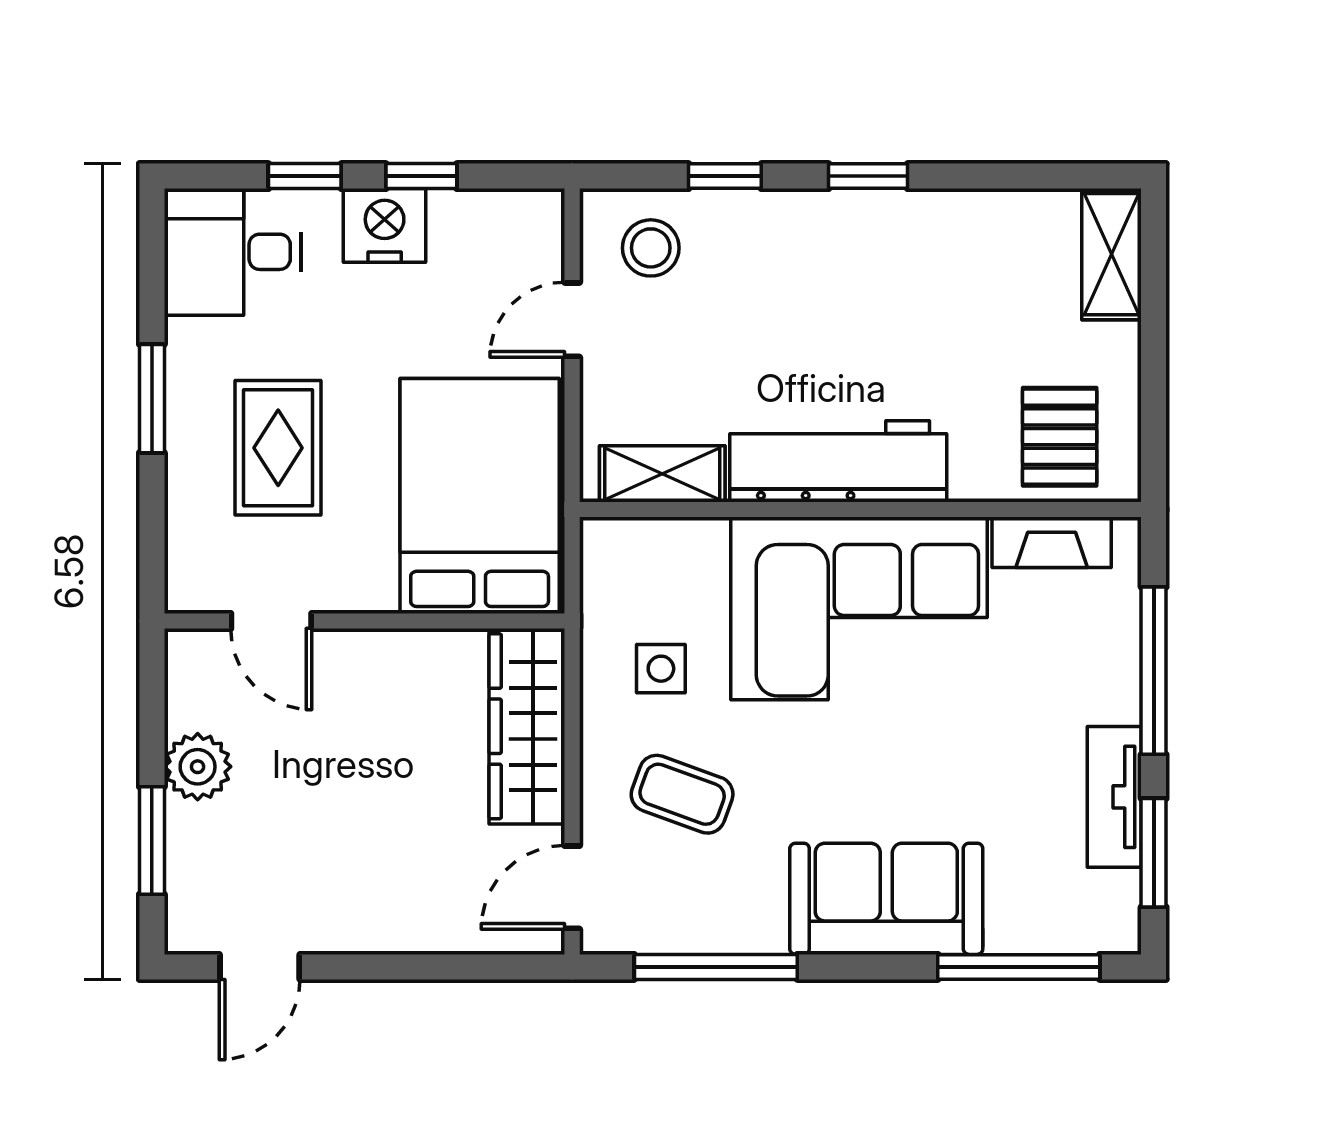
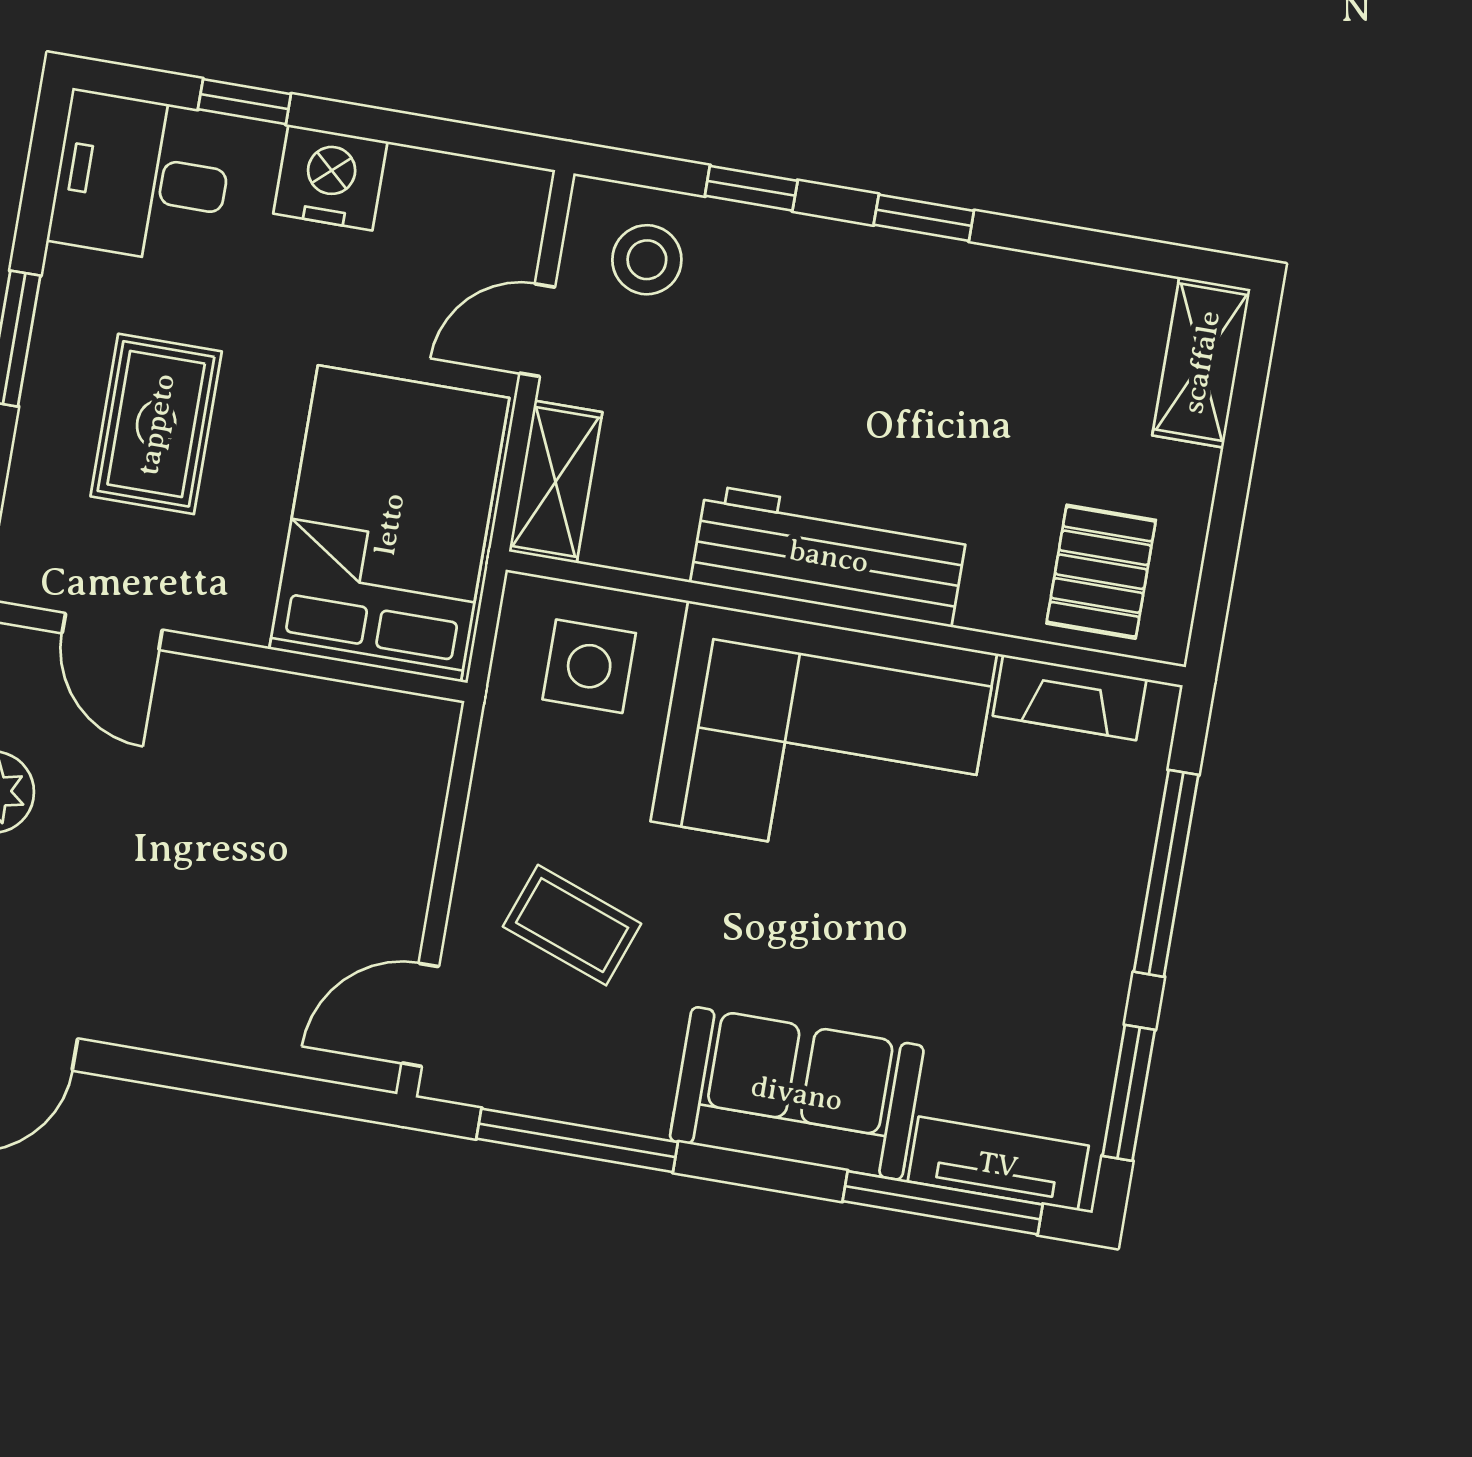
window: (421, 176) -> (385, 126), removed
shelving: (662, 474) -> (556, 482), moved, turned 90
side table: (661, 669) -> (589, 666), moved, width x1.37, depth x1.37
wardrobe: (527, 726) -> (399, 811), removed
tv unit: (1114, 797) -> (998, 1164), moved, turned 90

